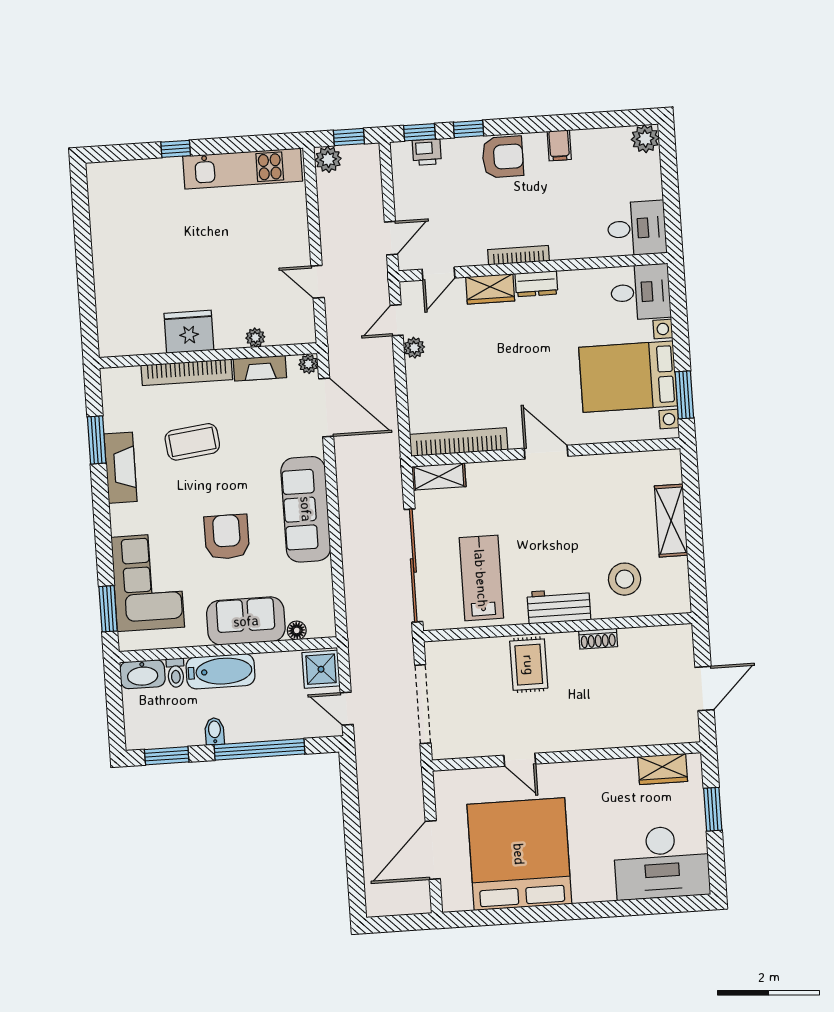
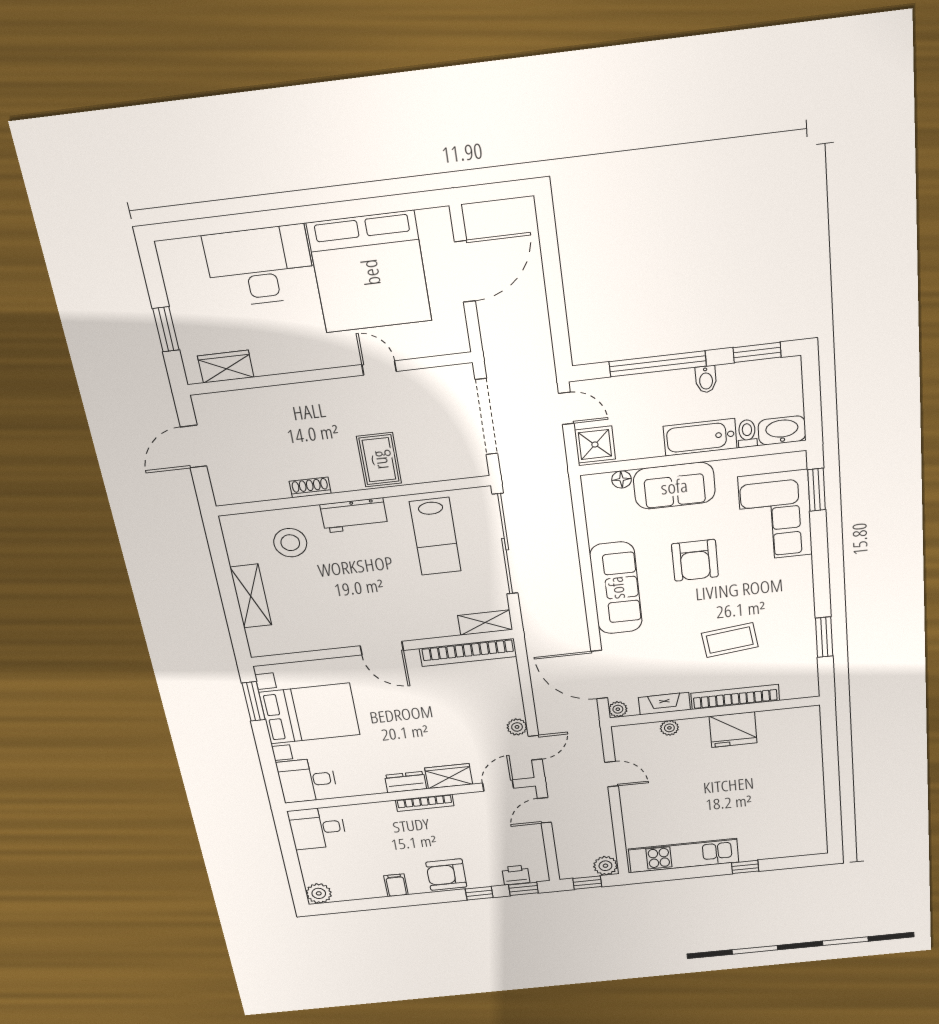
fireplace: (120, 468) -> (801, 615), removed
desk: (662, 862) -> (260, 266), moved

